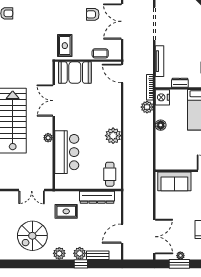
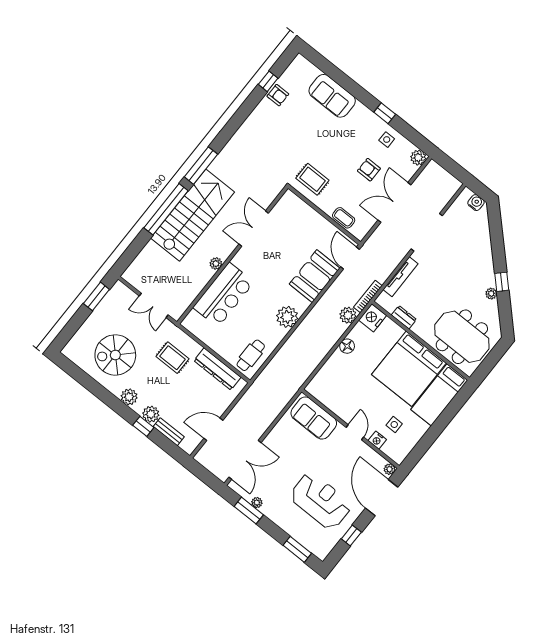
rug: (65, 46) -> (312, 179), turned 90
booth: (75, 73) -> (315, 276), moved, turned 90

